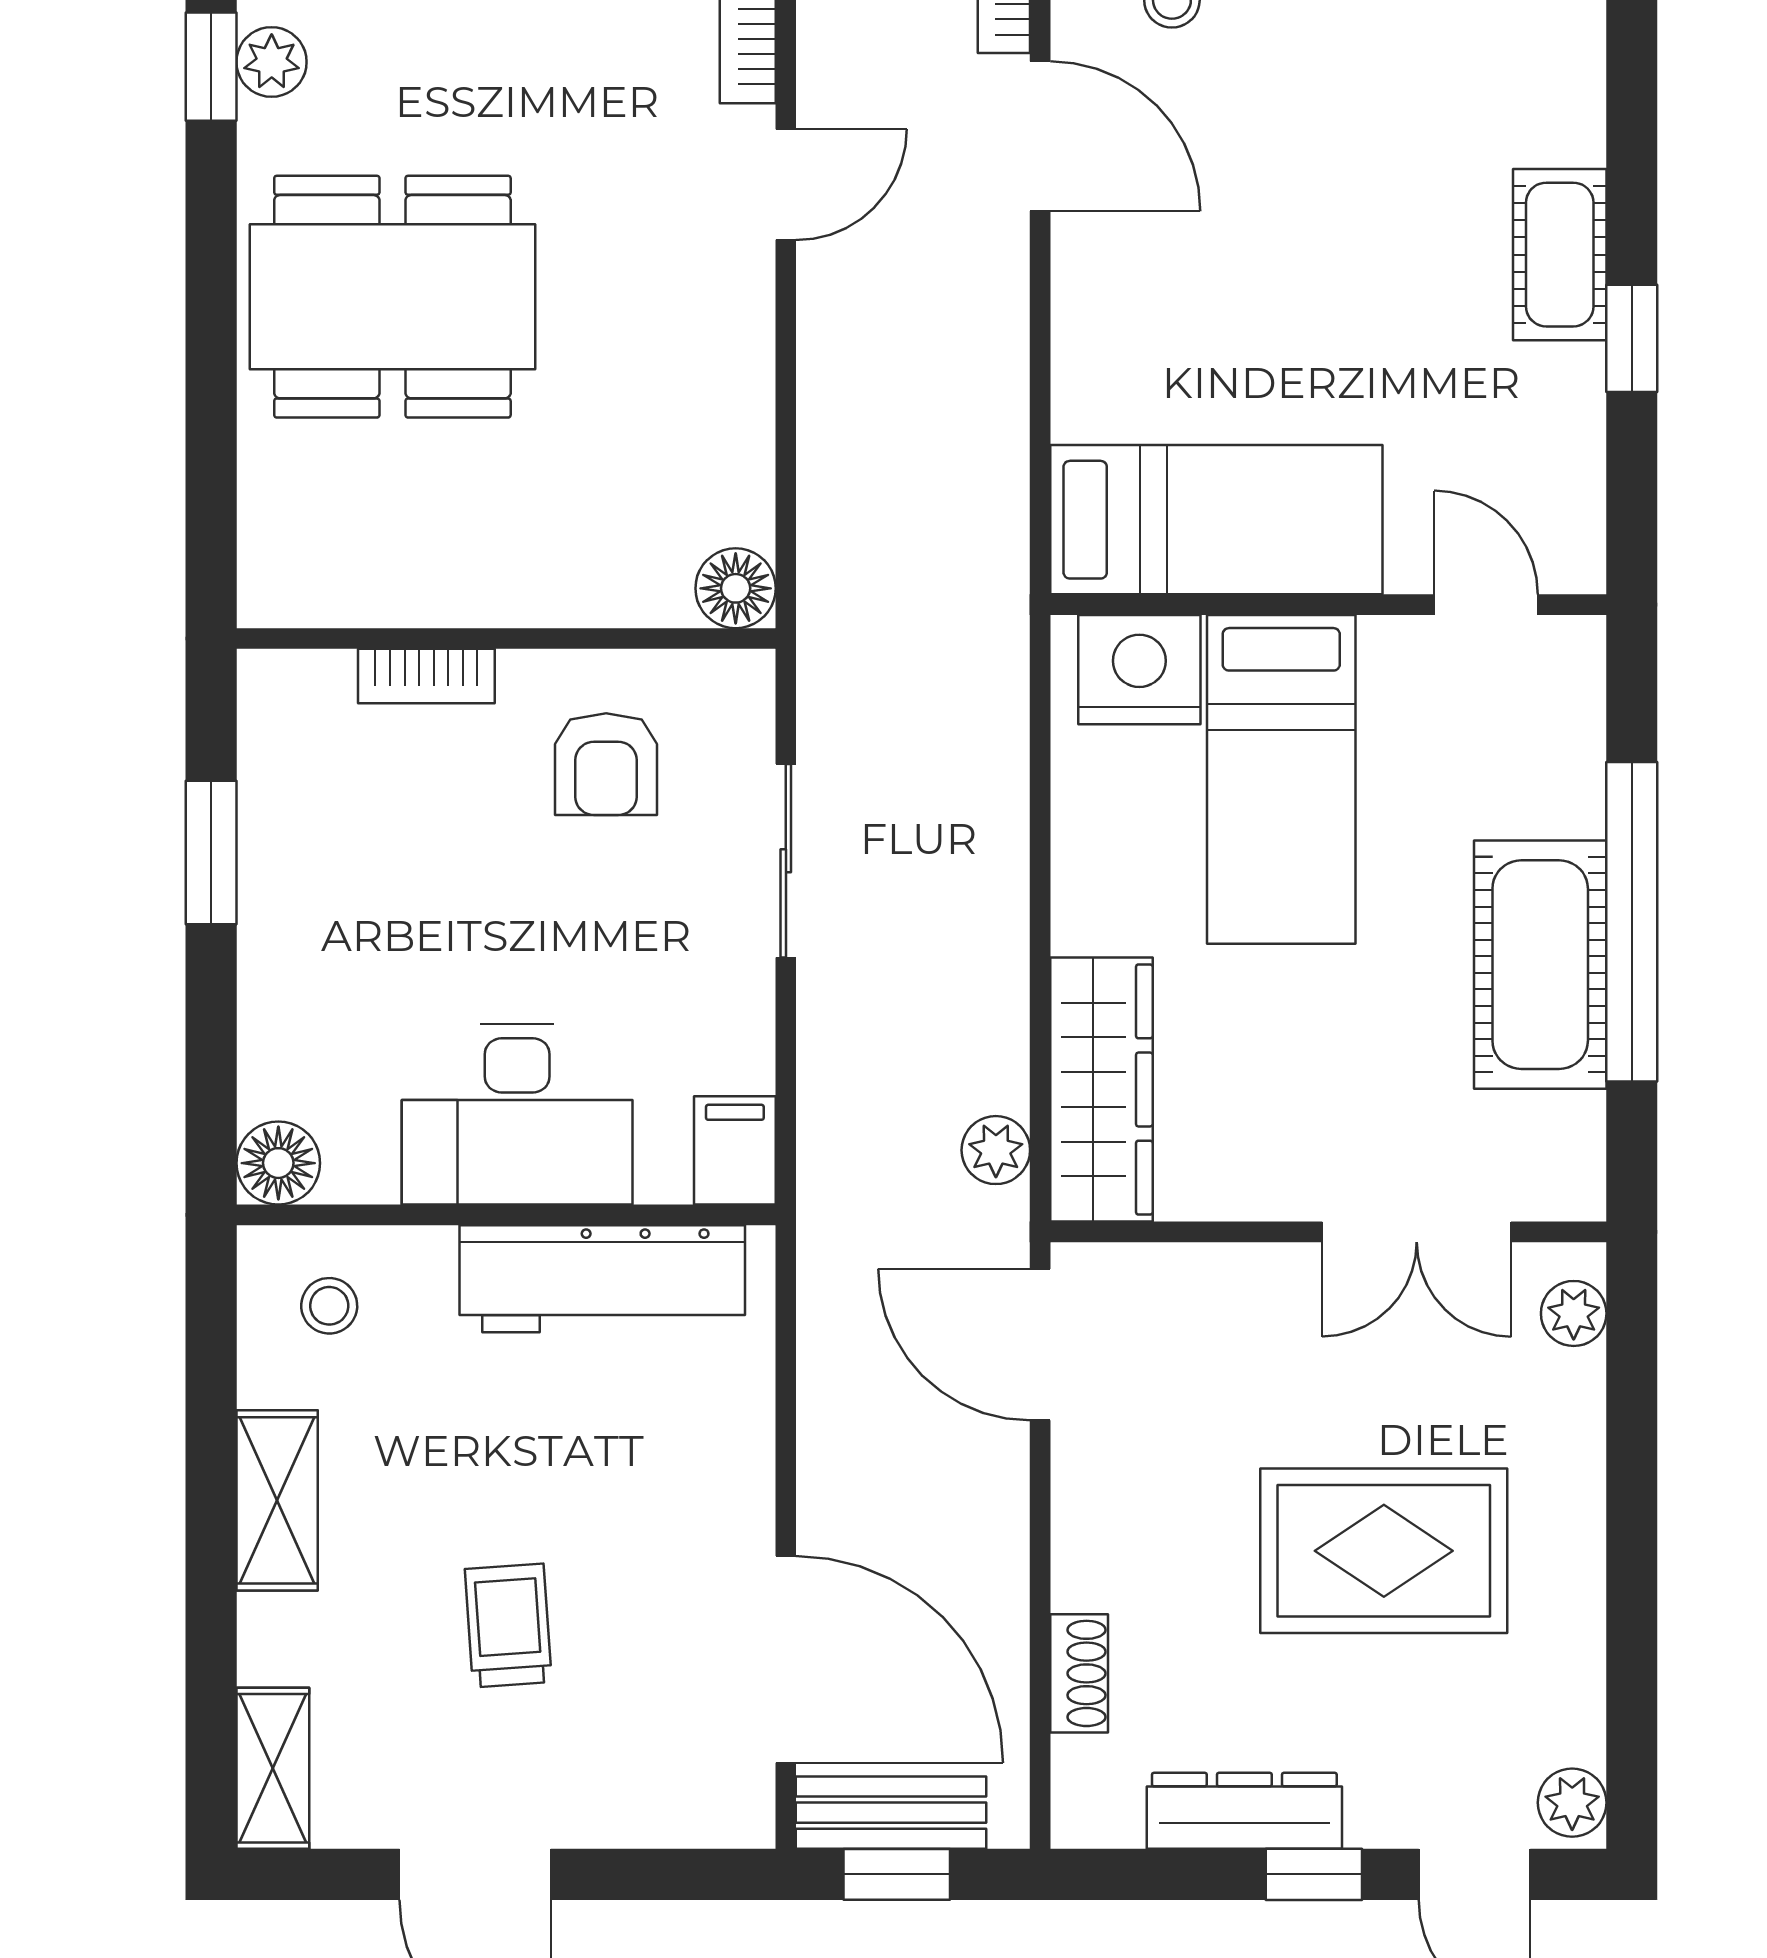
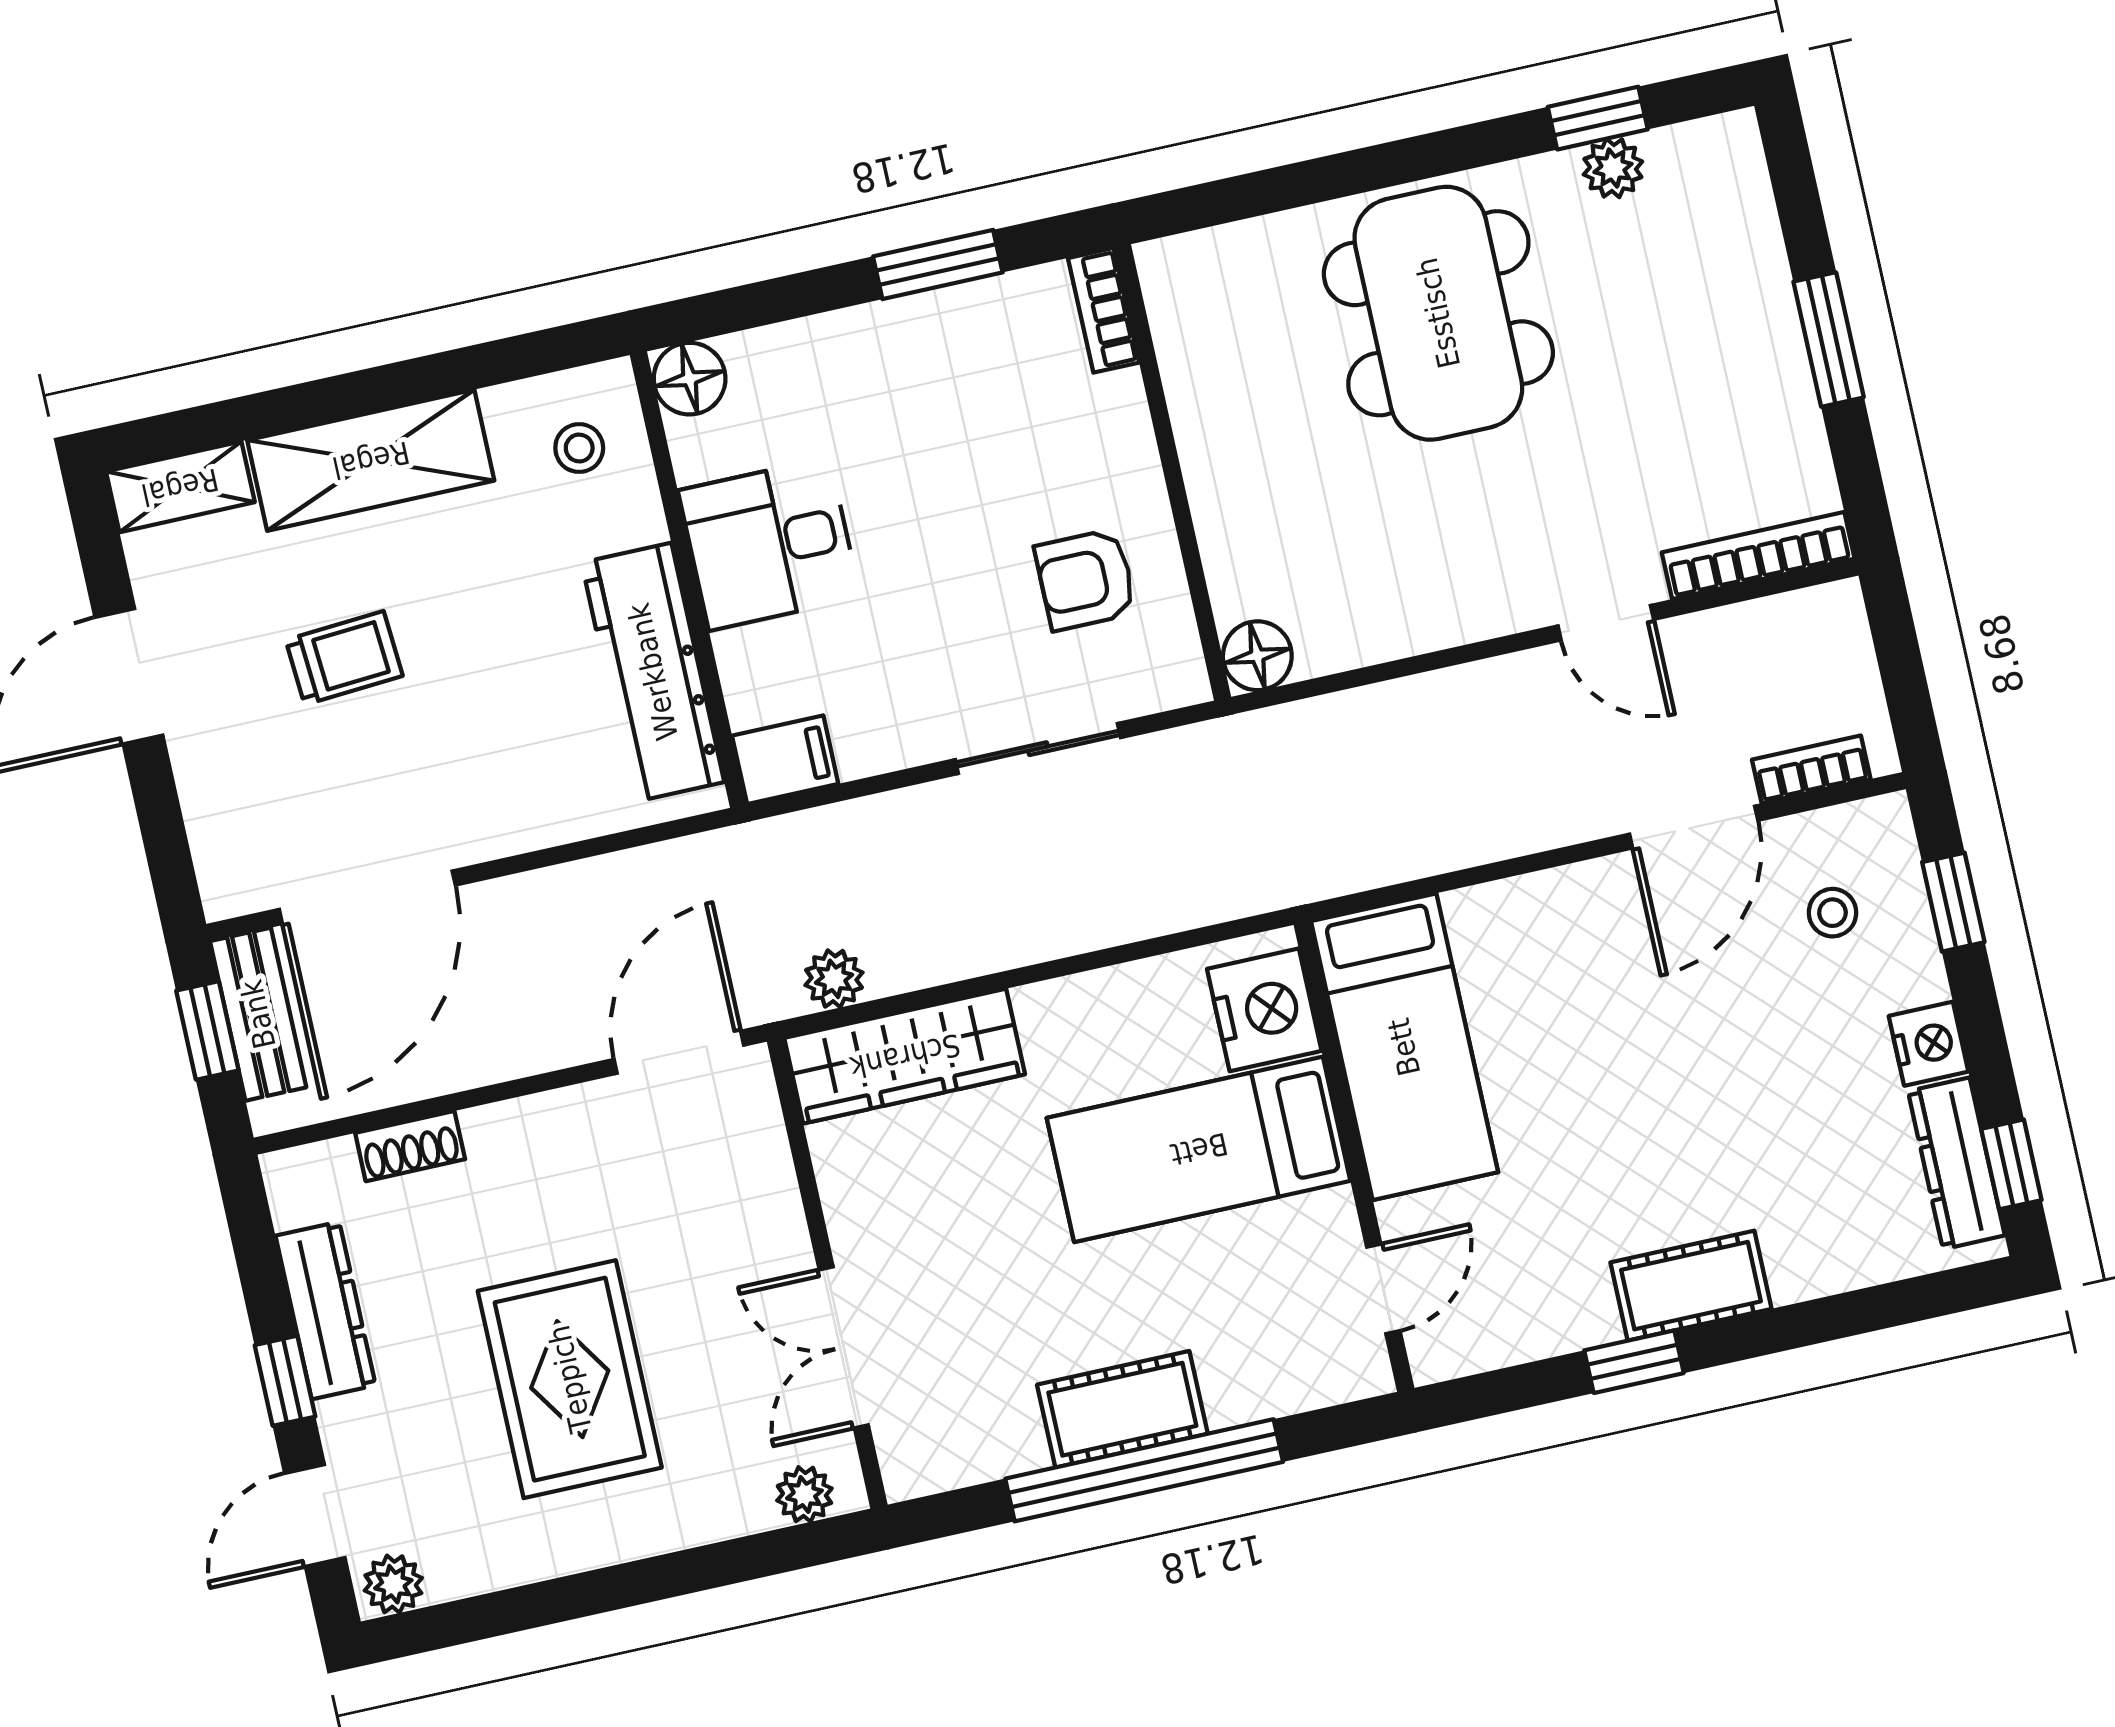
bookcase: (426, 676) -> (1104, 310), moved
cot: (1540, 965) -> (1122, 1409), width x0.73, depth x0.75
desk: (517, 1114) -> (769, 544), width x0.73
shelving: (277, 1500) -> (371, 460), width x1.50, depth x1.33

